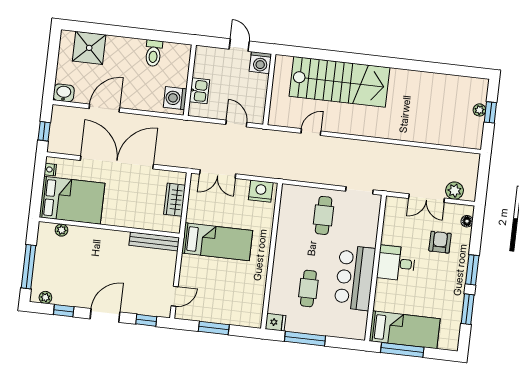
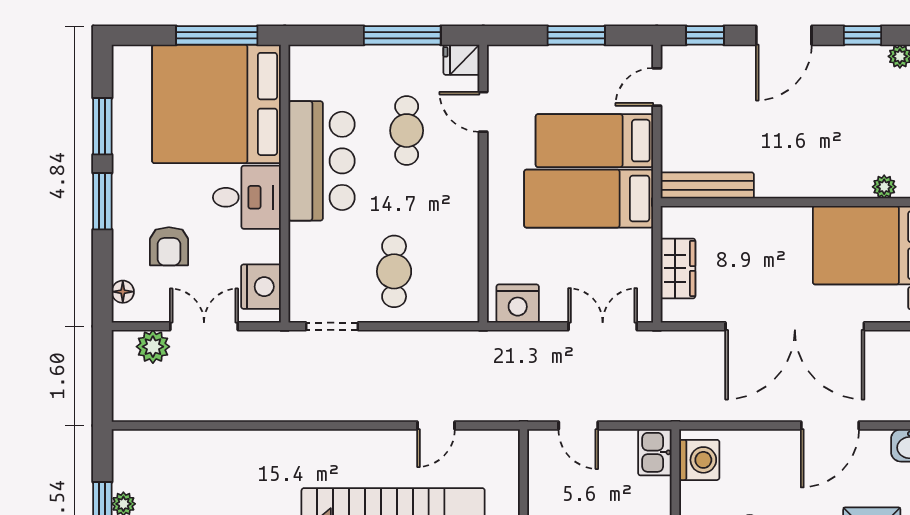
kitchen sink: (199, 91) -> (655, 452), moved
nightstand: (394, 215) -> (261, 287), added
bed: (211, 272) -> (594, 141), added
door: (267, 294) -> (483, 112), added
bed: (405, 330) -> (217, 104), width x2.04

